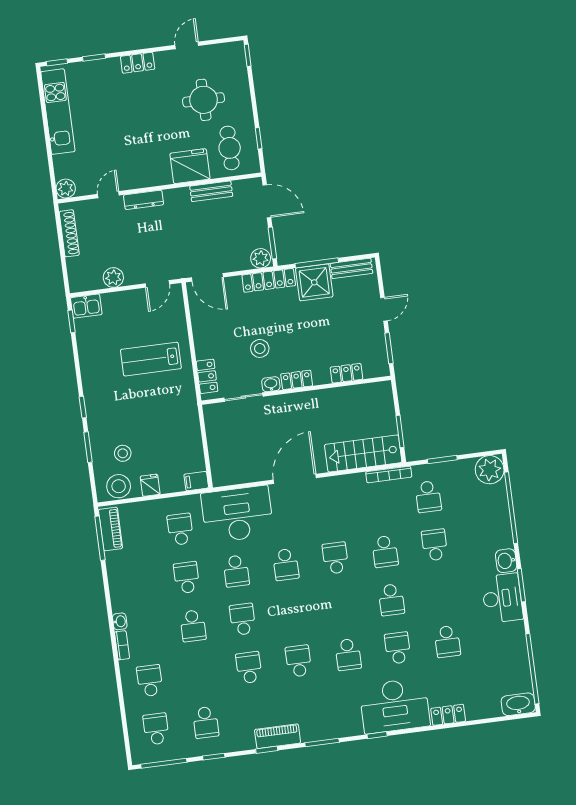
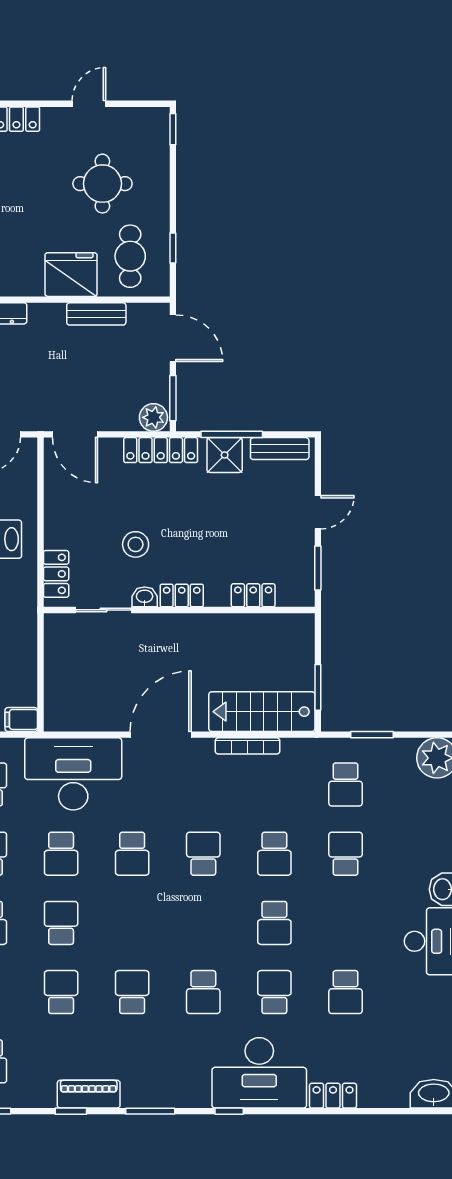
shower: (314, 282) -> (225, 455), width x0.73, depth x0.73
bookcase: (389, 474) -> (248, 746), moved

